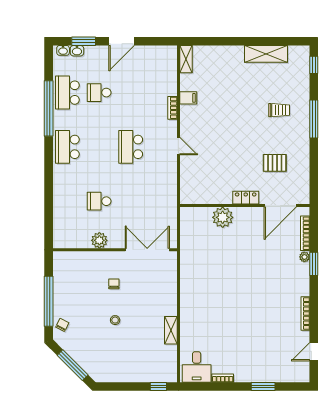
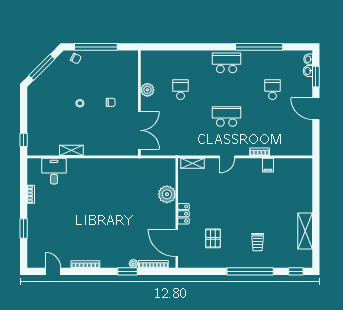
shelving: (186, 59) -> (193, 163), moved
school desk: (67, 93) -> (272, 63), removed
window: (314, 119) -> (250, 271), width x1.46
desk: (197, 367) -> (54, 171), moved, turned 90

